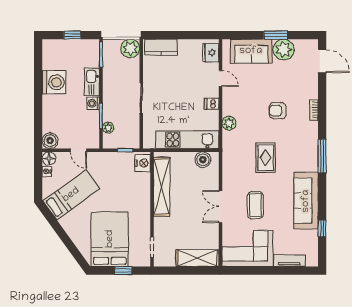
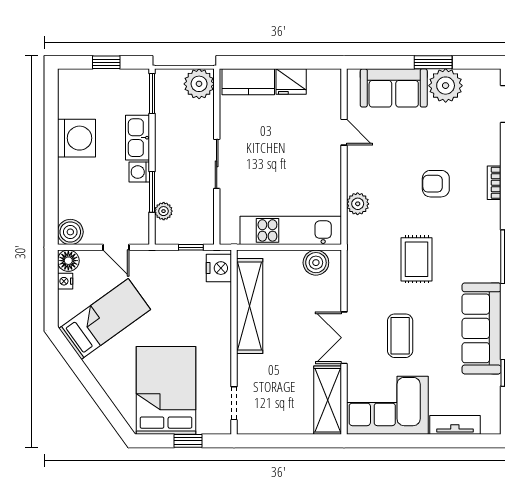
fridge: (211, 53) -> (291, 82), moved, turned -90
dishwasher: (212, 104) -> (330, 173), removed
shelving: (197, 258) -> (328, 400), moved, turned 90

